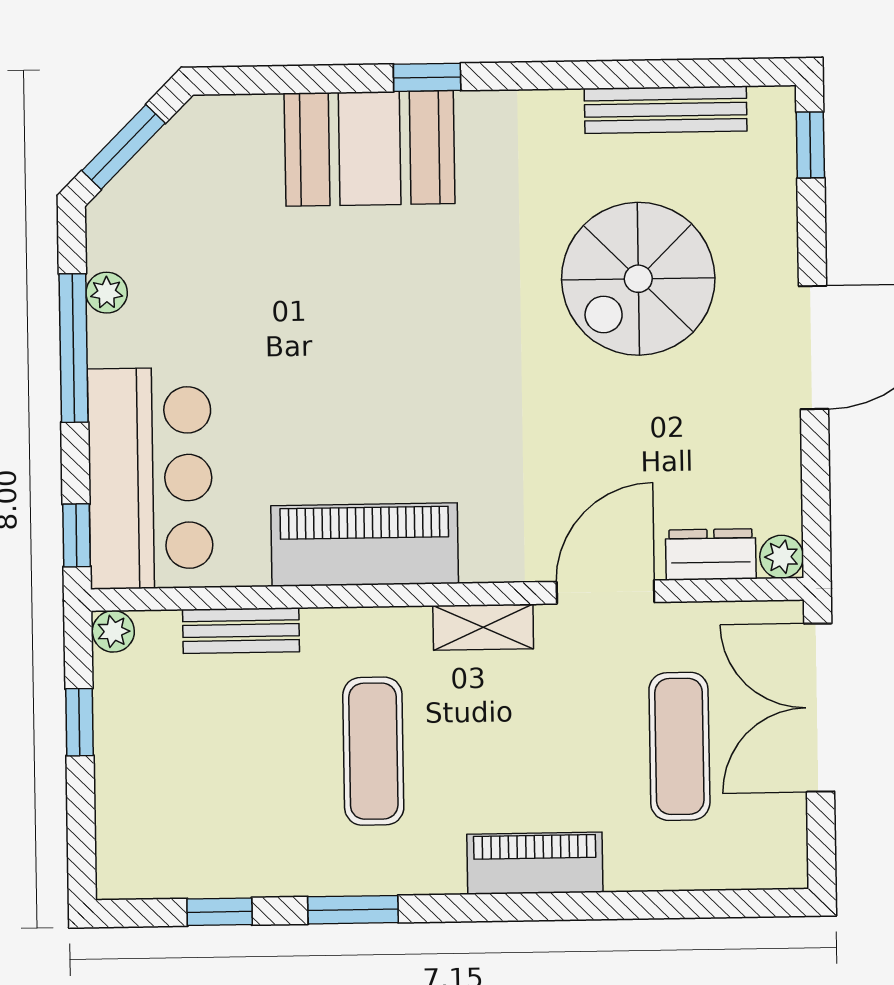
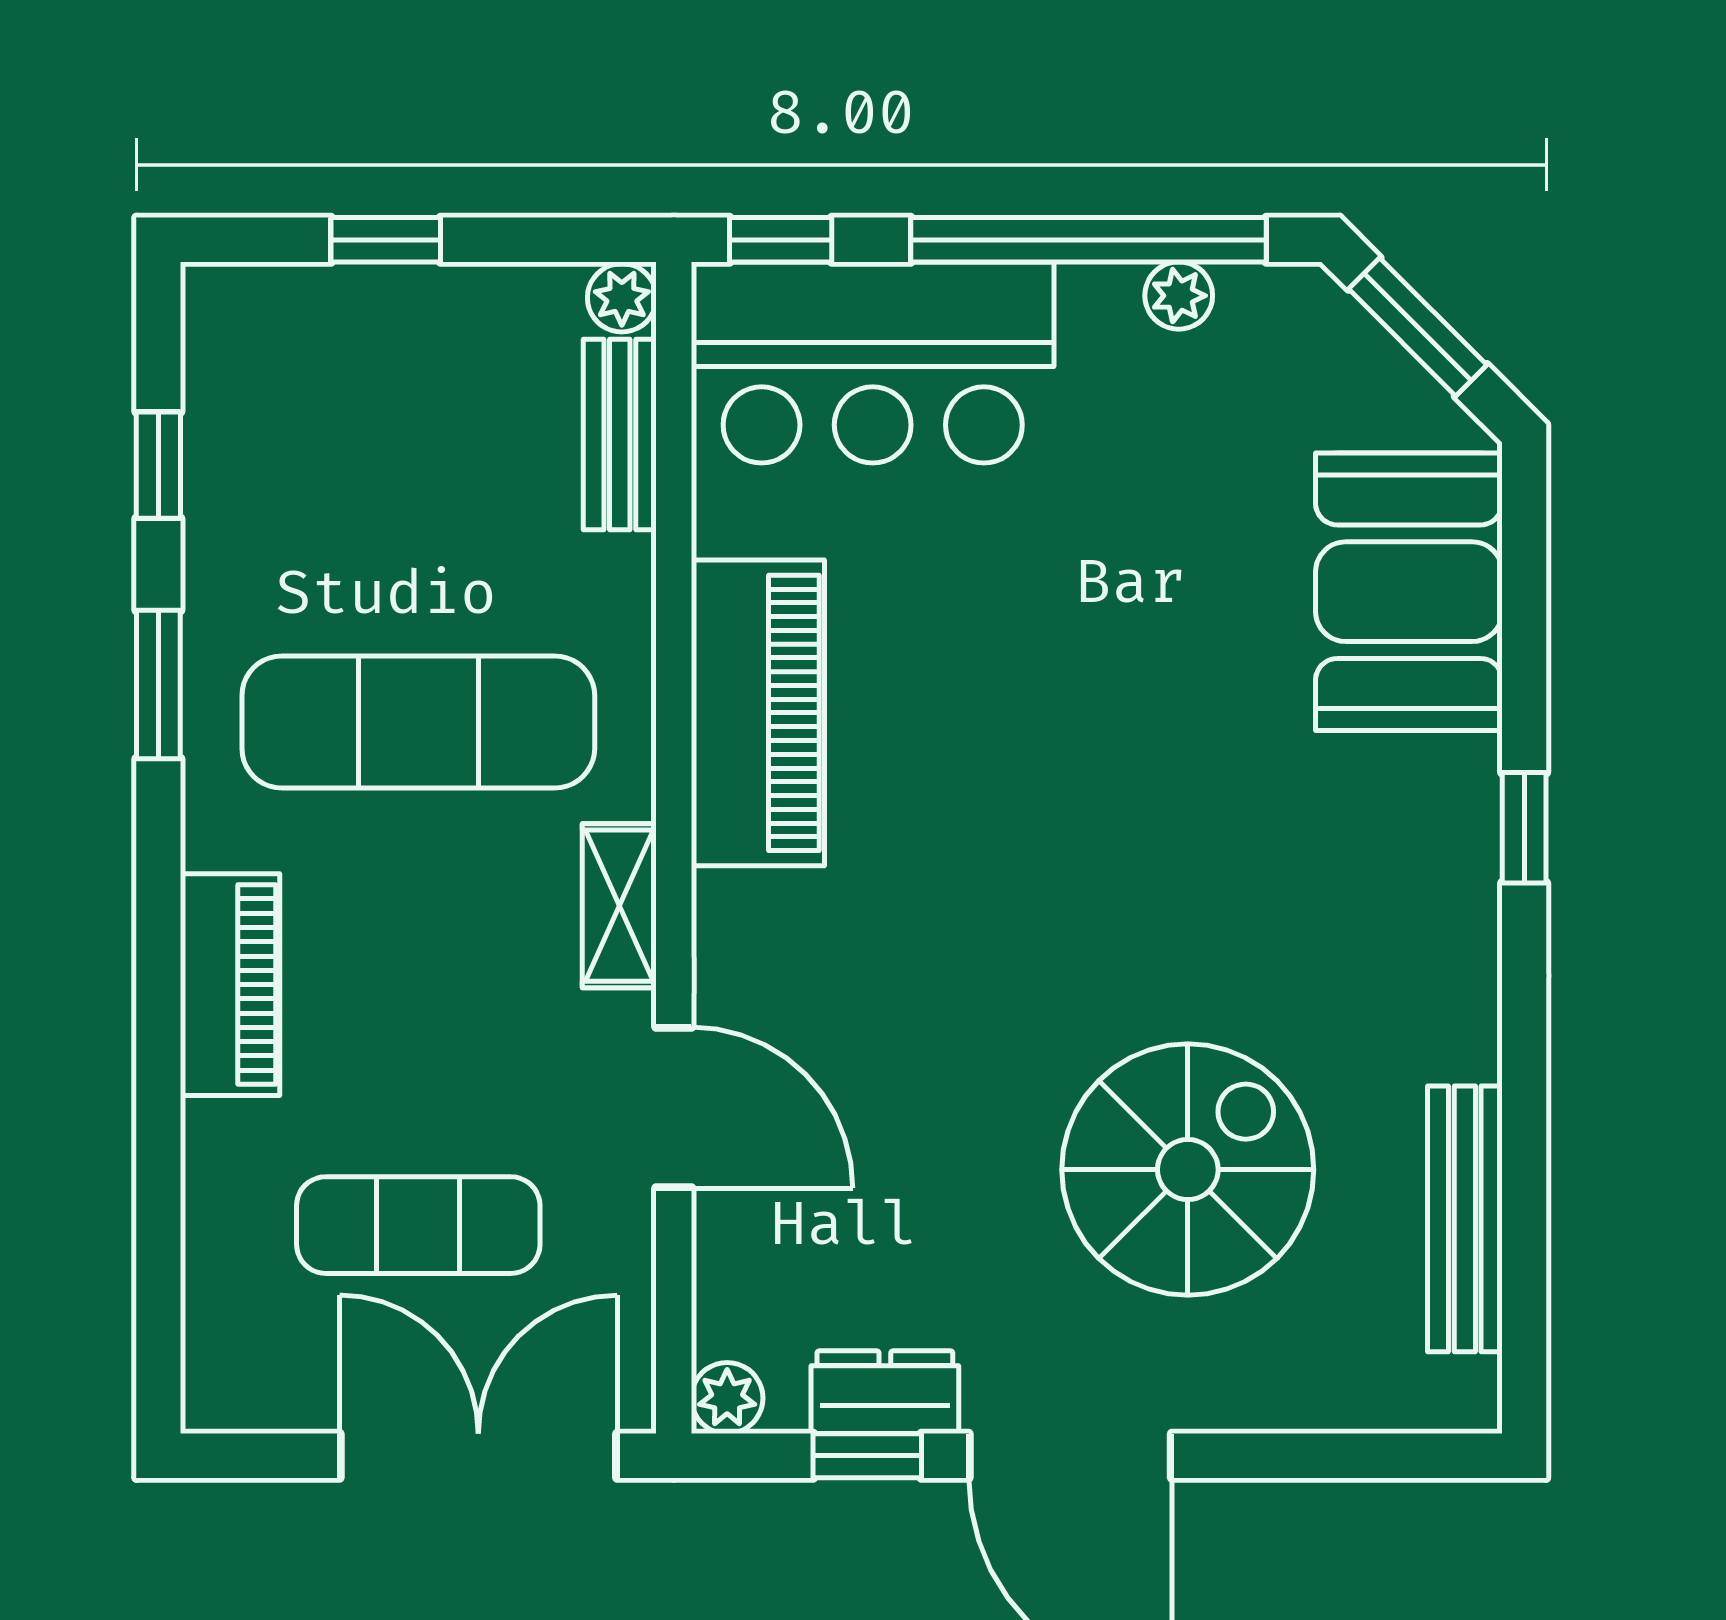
window: (810, 145) -> (867, 1456), moved
booth: (370, 148) -> (1409, 592), moved
spiral stairs: (638, 279) -> (1188, 1170), turned 90
window: (74, 348) -> (1088, 240), width x1.46
dresser: (711, 554) -> (885, 1392), moved, turned -90
bench: (241, 631) -> (620, 435), moved
window: (79, 722) -> (386, 240), moved
exercise mat: (373, 751) -> (418, 722), width x1.36, depth x1.45

